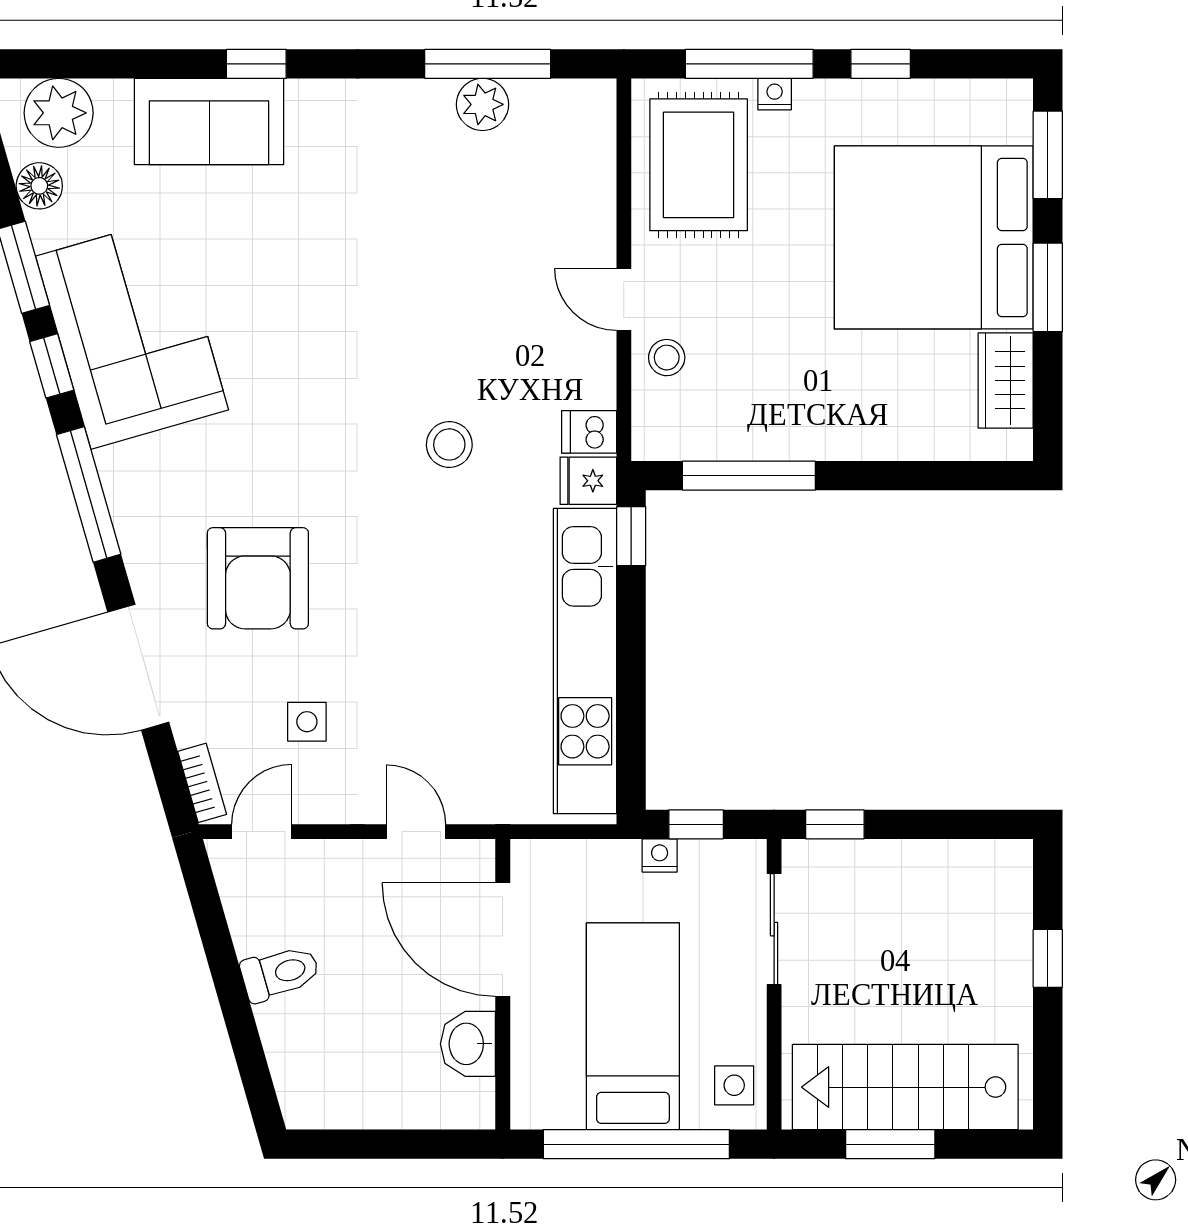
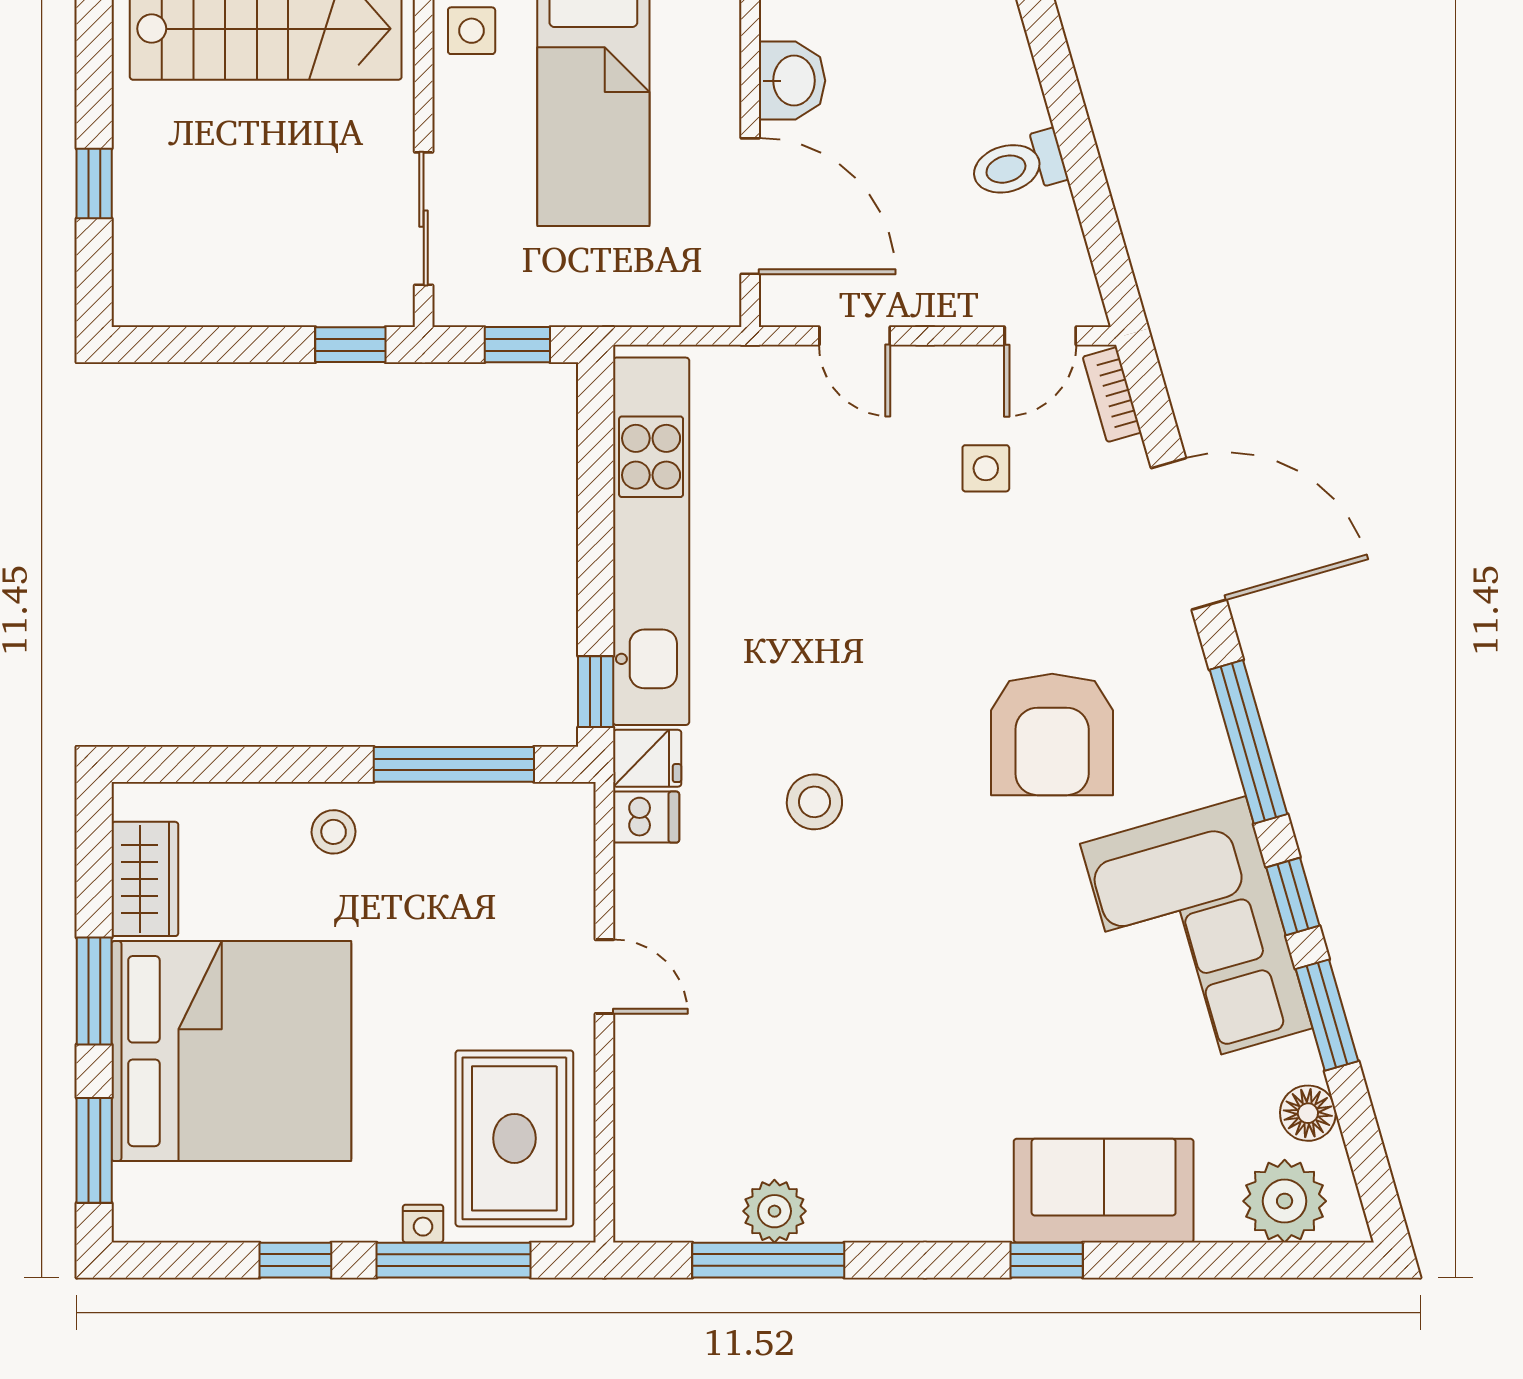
stool: (667, 358) -> (334, 832), moved
armchair: (258, 578) -> (1052, 734), moved, turned 180
nightstand: (660, 855) -> (561, 307), removed

